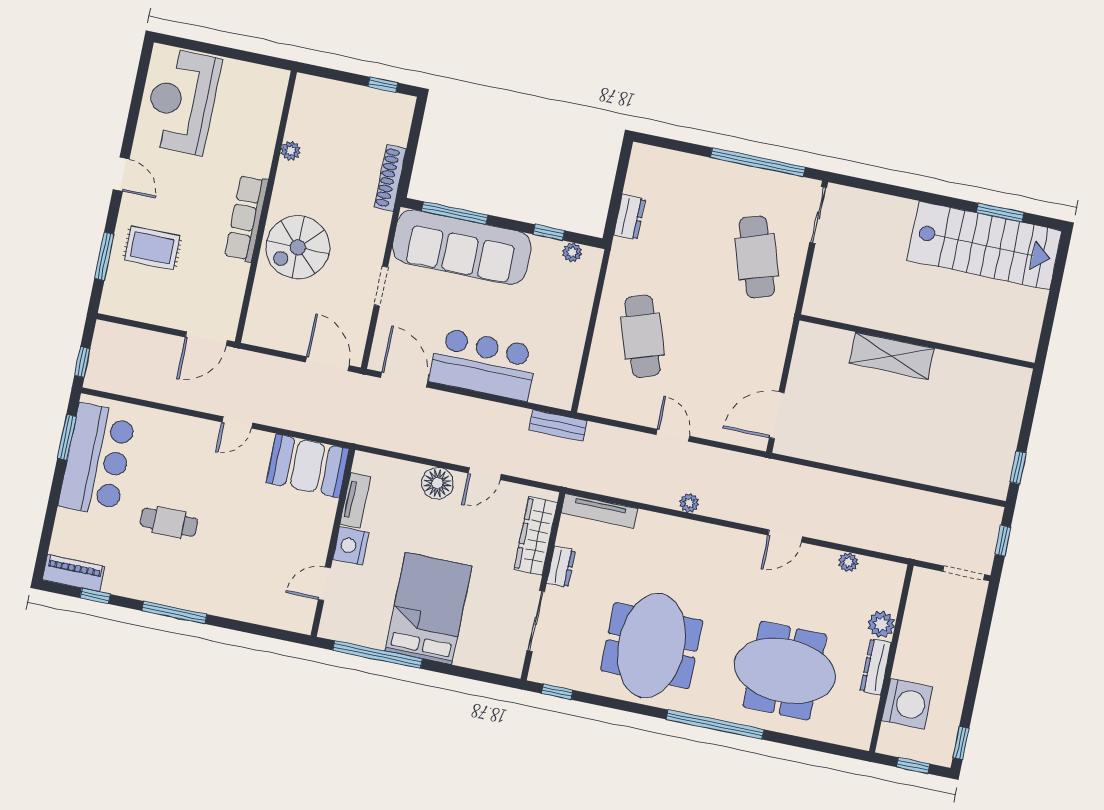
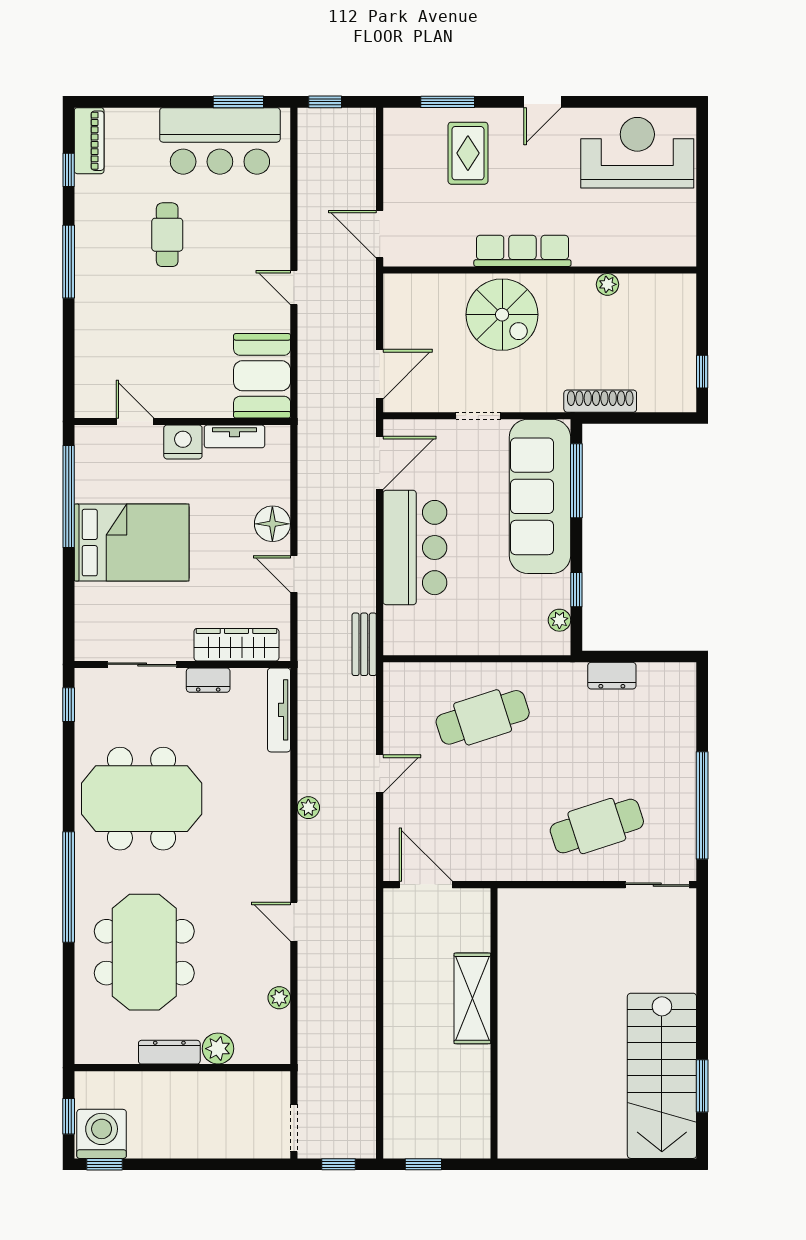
spiral stairs: (298, 247) -> (502, 315), turned 180
wall: (917, 342) -> (494, 1023), moved
shelving: (892, 356) -> (472, 998), moved
washing machine: (907, 704) -> (102, 1134), moved, turned 180

